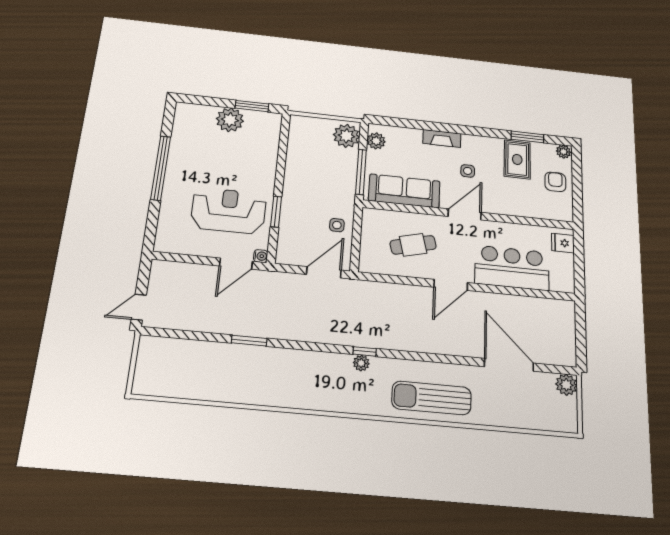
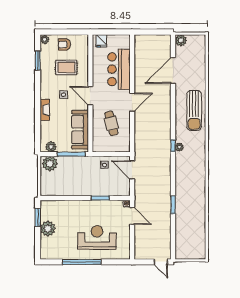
rug: (517, 159) -> (66, 67), moved
reception desk: (229, 211) -> (97, 238), moved, turned 90
door: (451, 285) -> (132, 102), hinge flipped

